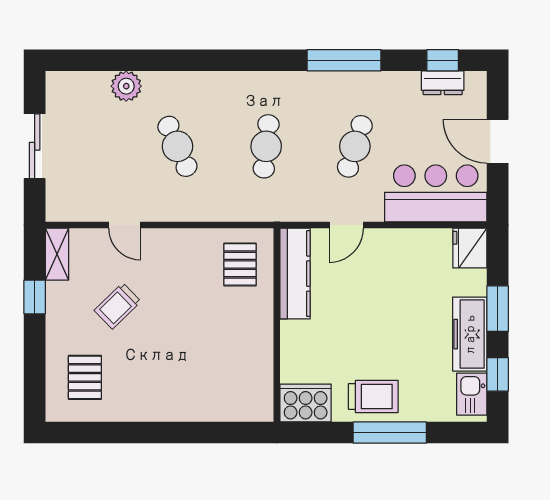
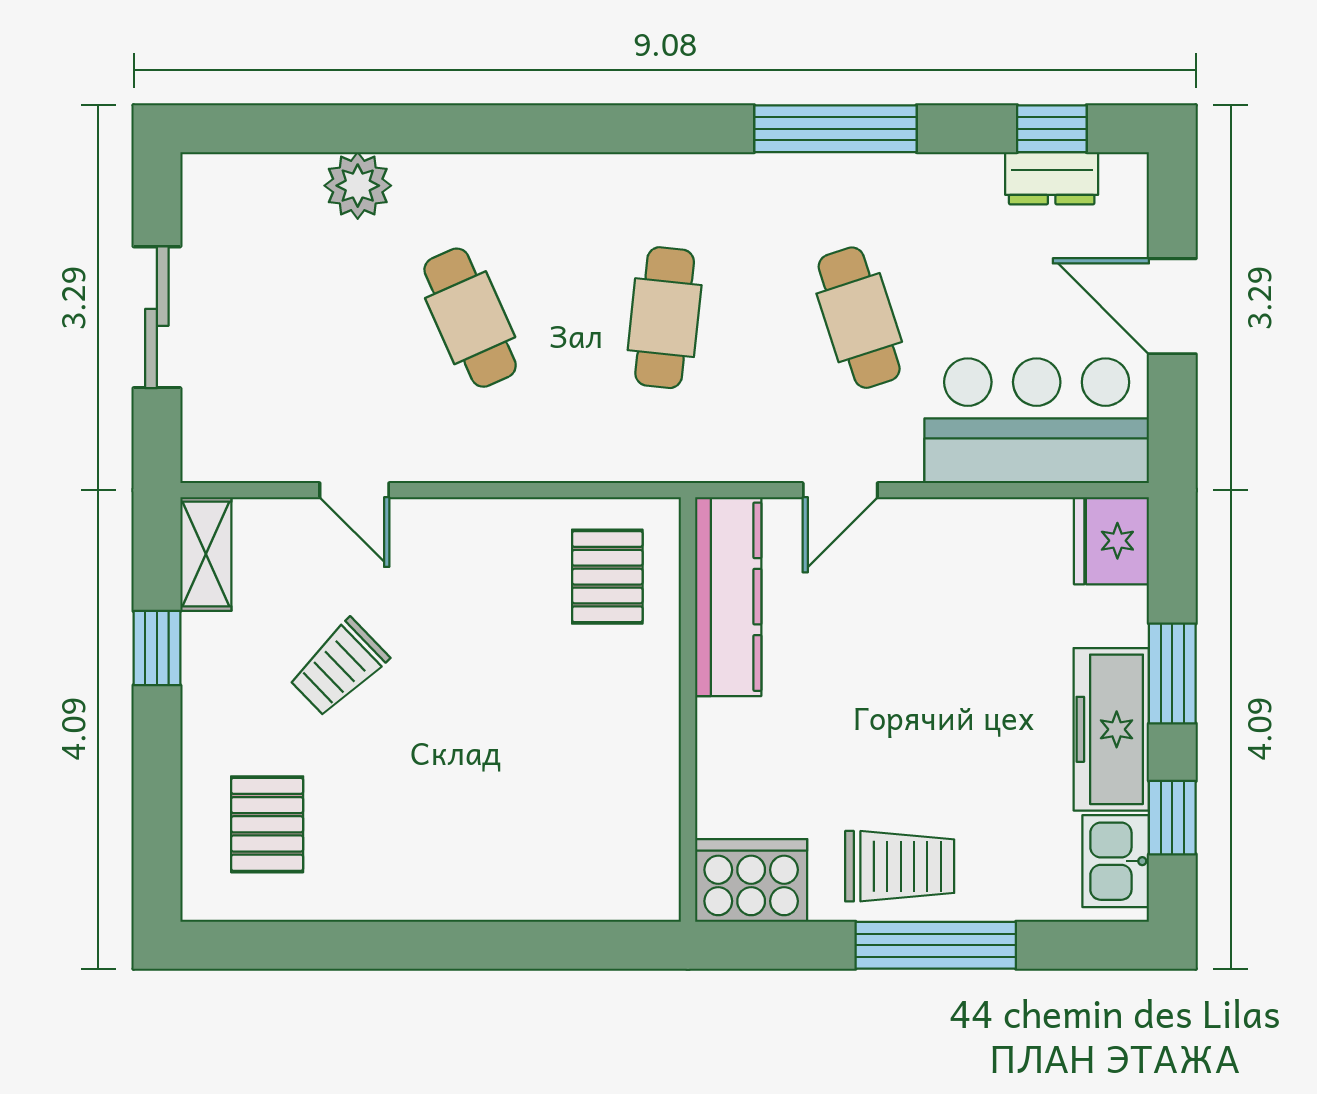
cafe table: (355, 146) -> (859, 318), turned -36

